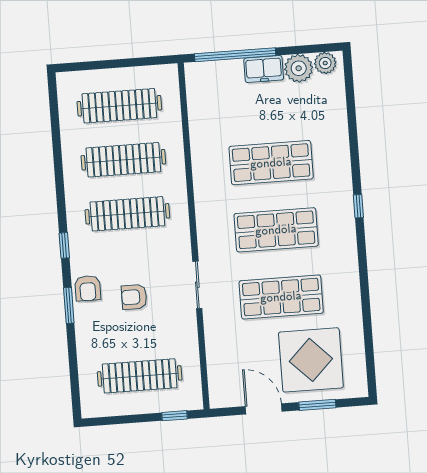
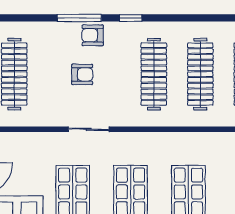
armchair: (134, 297) -> (82, 74), turned 90
window: (69, 305) -> (79, 18), width x1.44

